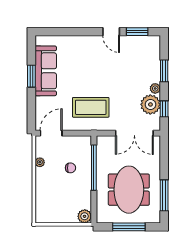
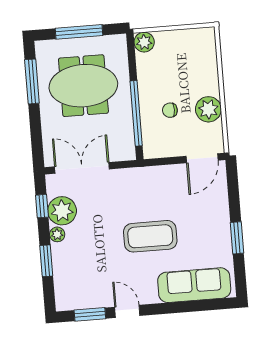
sofa: (46, 71) -> (194, 285), moved, turned 90
coffee table: (91, 107) -> (150, 236), moved
plant: (40, 162) -> (208, 109), width x1.88, depth x1.88
meeting table: (129, 190) -> (83, 86), turned 90

